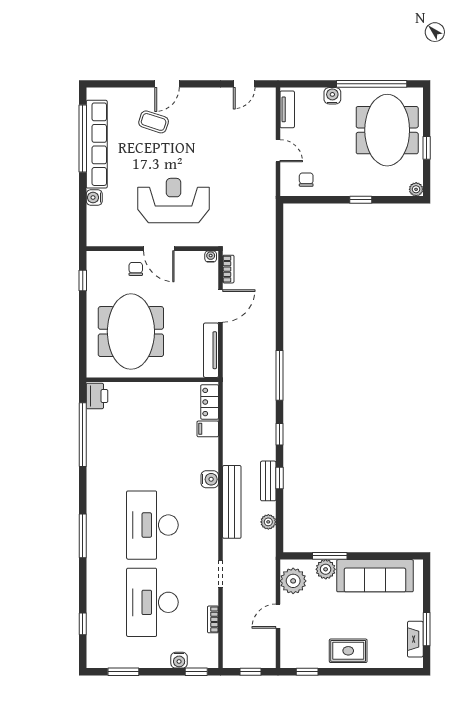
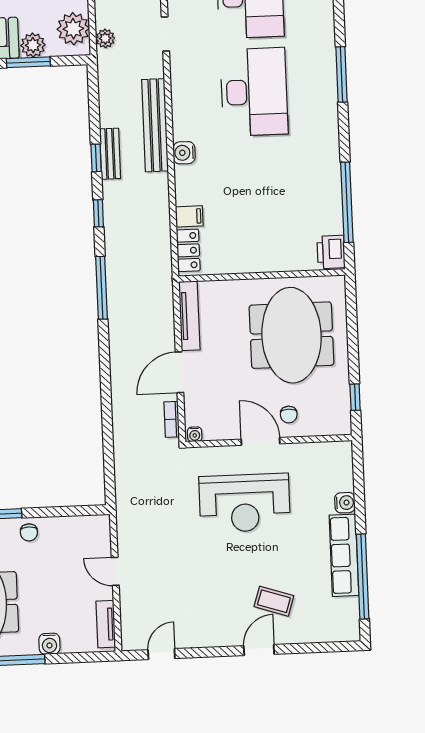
row of seats: (97, 144) -> (344, 555), width x0.73
chair: (306, 180) -> (29, 532), moved
plant: (268, 522) -> (105, 38), moved

